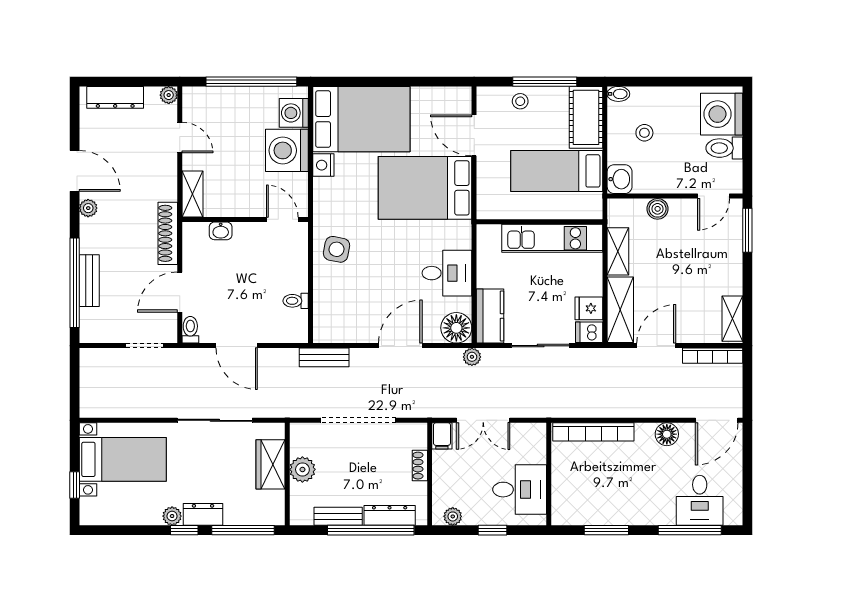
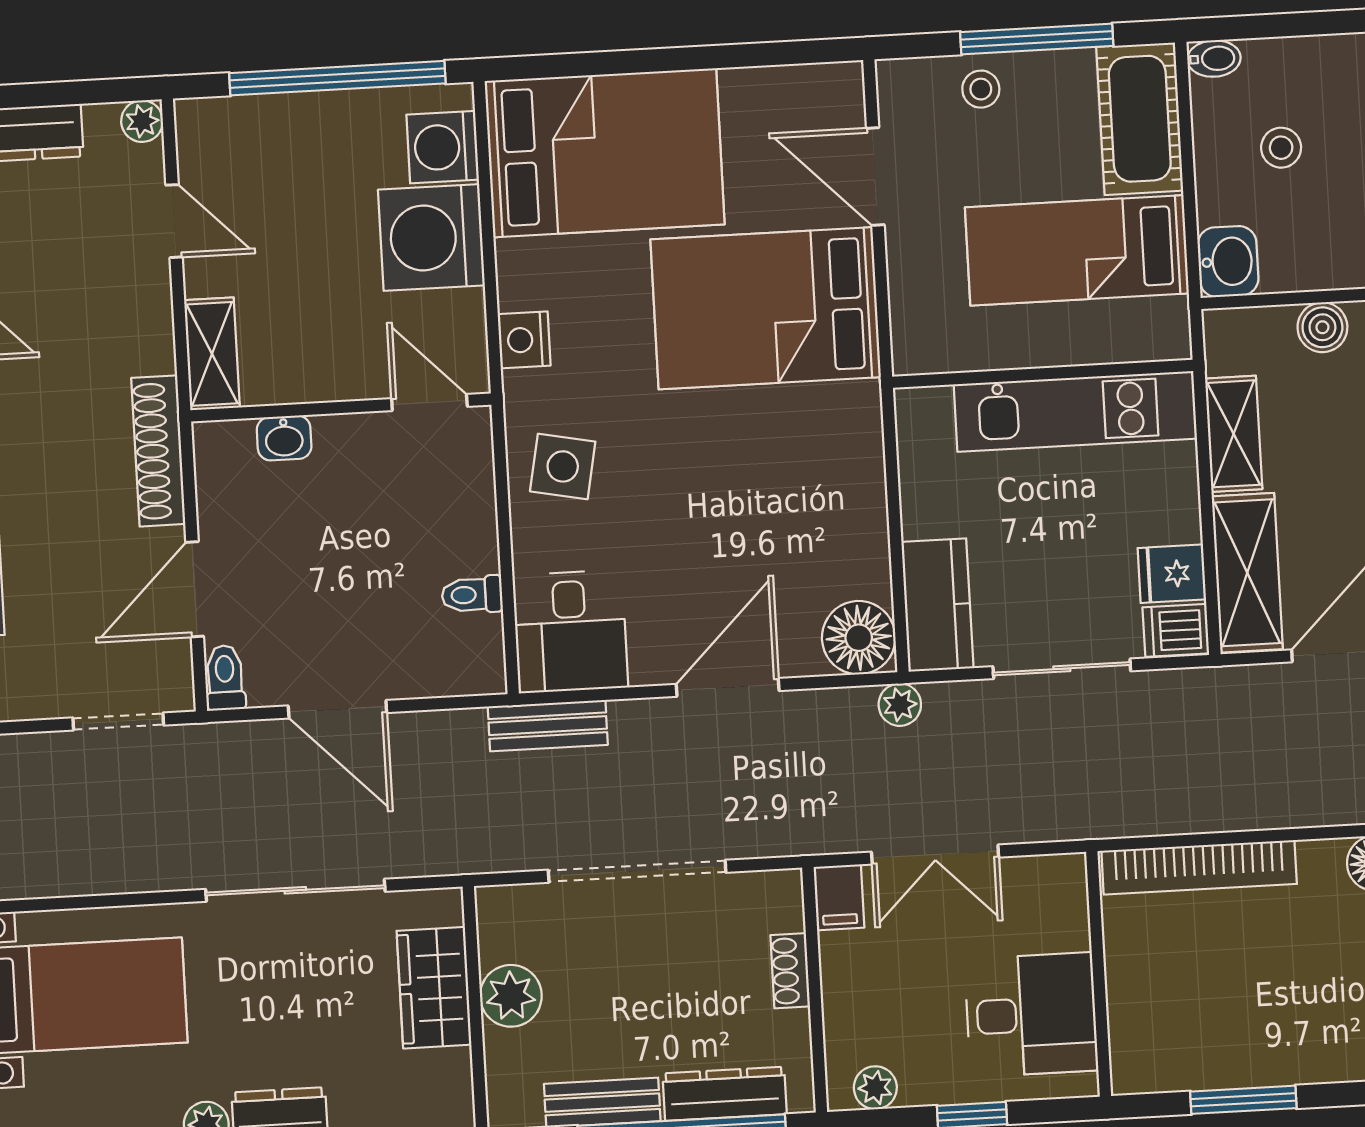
nightstand: (323, 165) -> (524, 340), moved
desk: (447, 273) -> (570, 631), moved, turned 90

